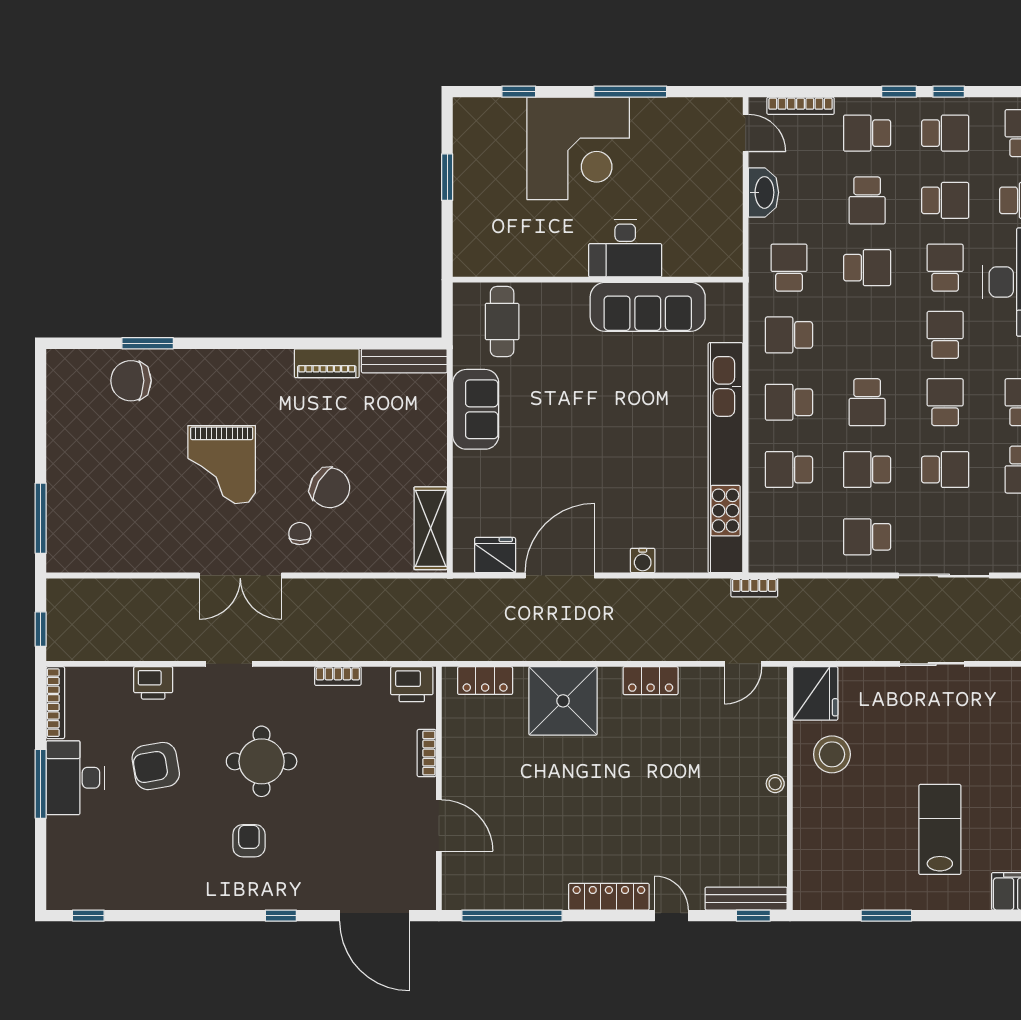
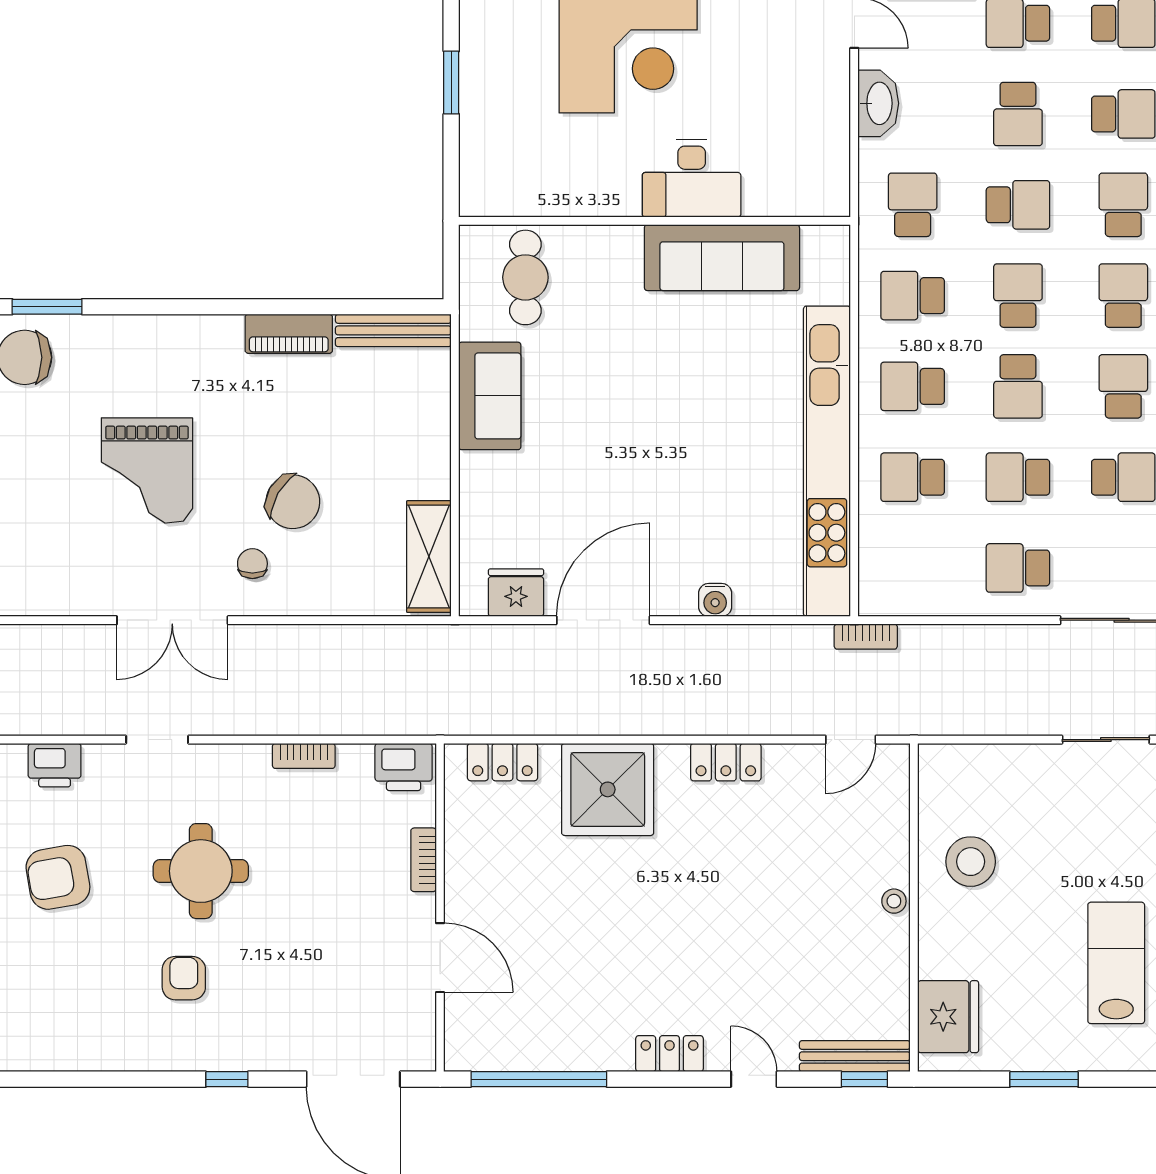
school desk: (867, 335) -> (1018, 296), added
fridge: (815, 693) -> (948, 1017), moved
locker: (609, 897) -> (670, 1054), width x0.66

